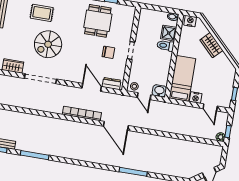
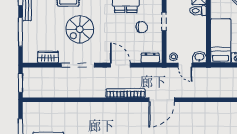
door: (92, 87) -> (120, 65), moved
door: (116, 126) -> (162, 100), hinge flipped

